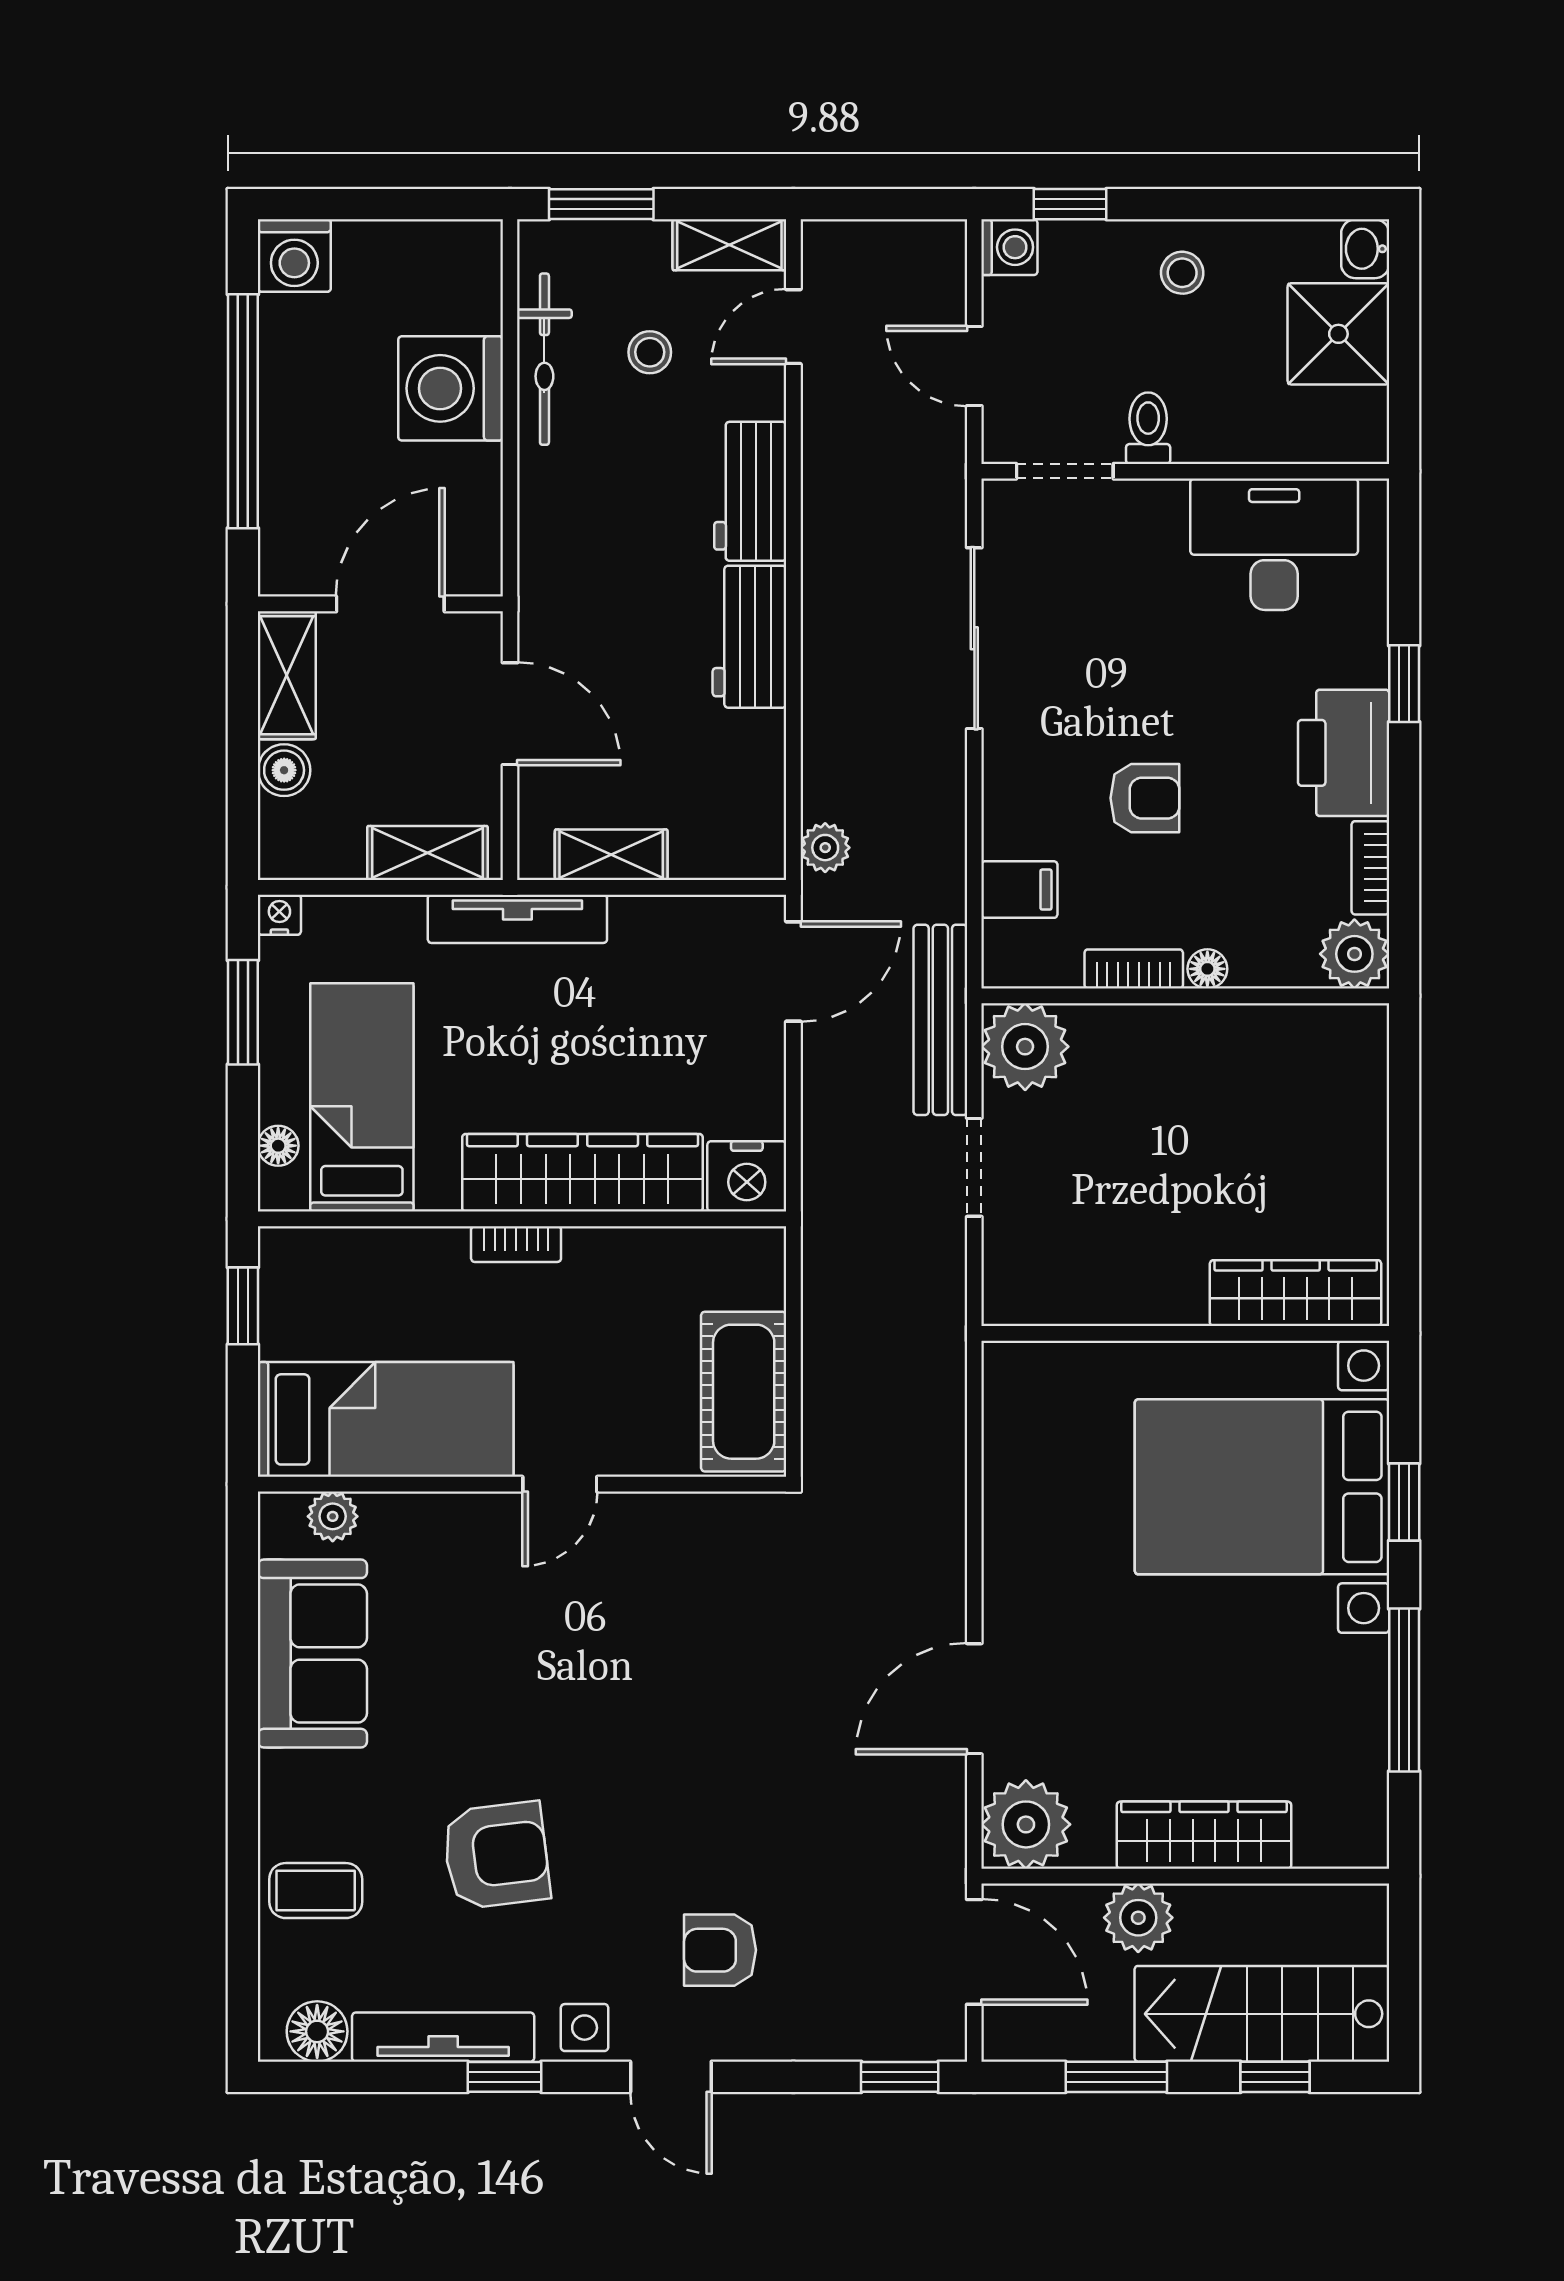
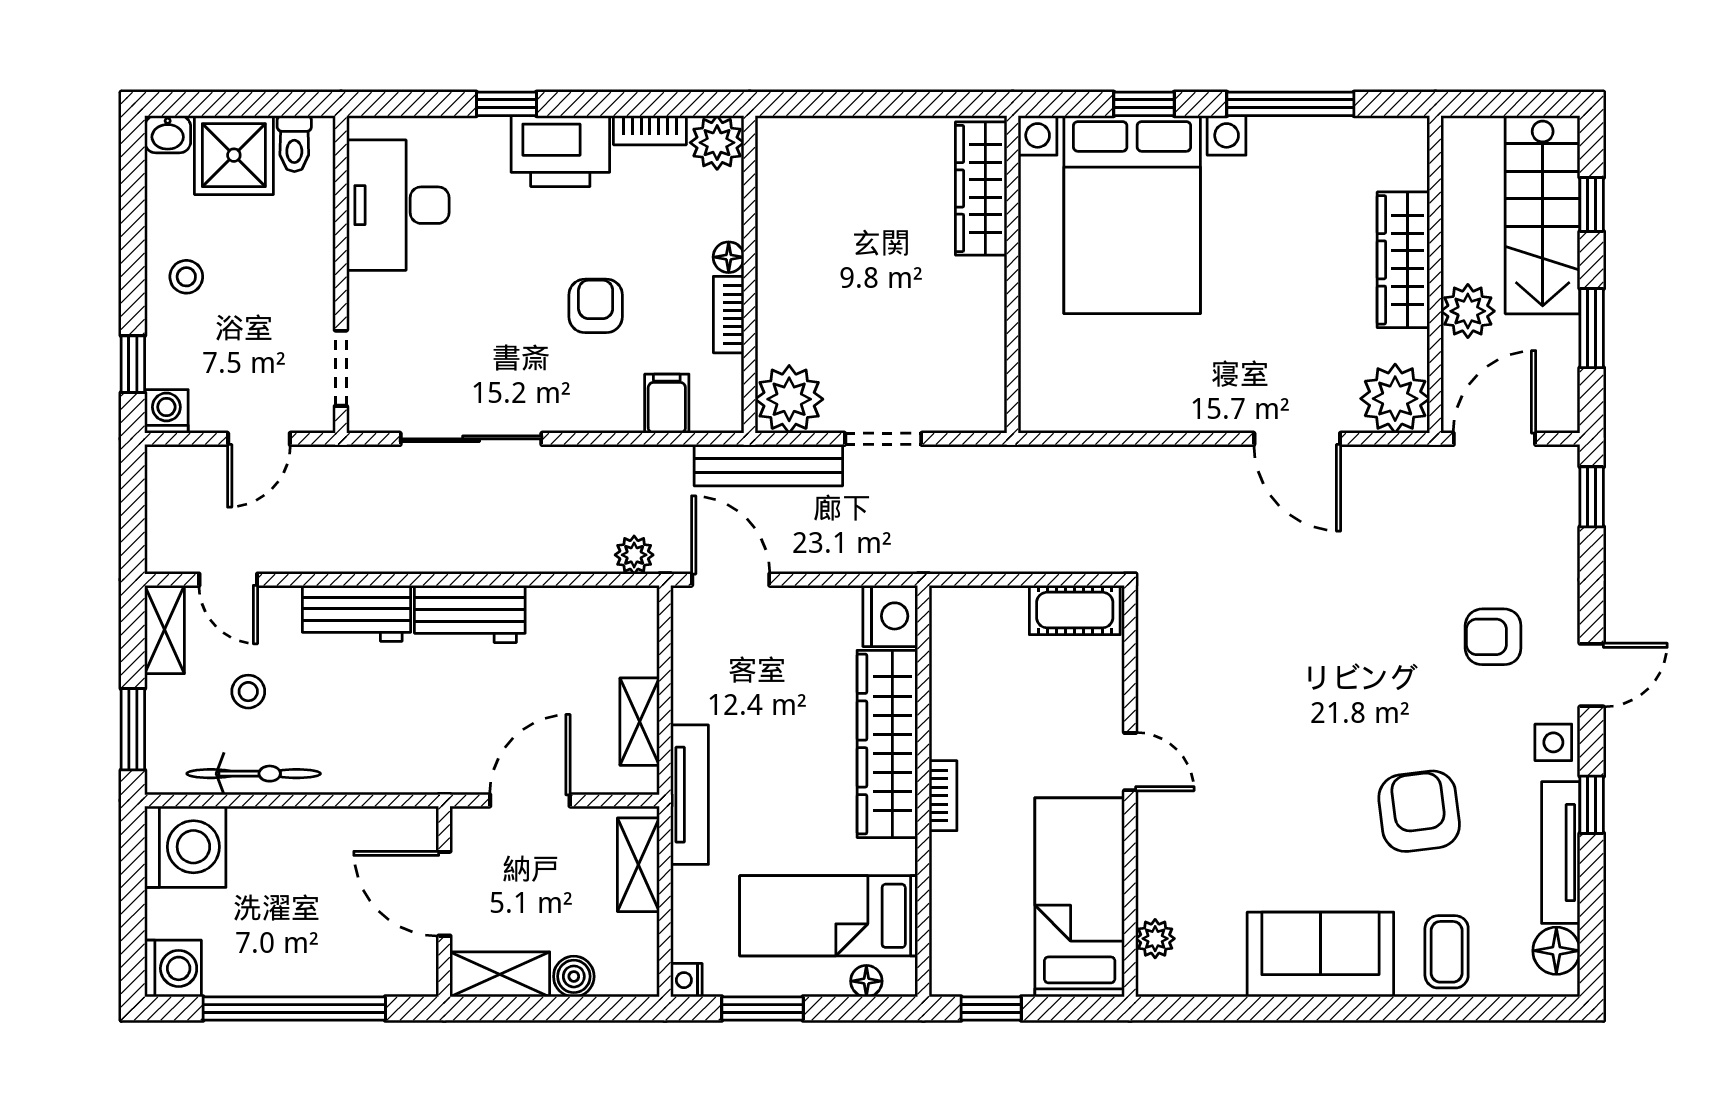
washing machine: (451, 388) -> (185, 847), moved, turned -90
toilet: (1148, 428) -> (294, 144), moved, turned -90
cot: (744, 1392) -> (1075, 610), width x0.73, depth x0.75
sofa: (312, 1653) -> (1320, 954), moved
armchair: (720, 1950) -> (1493, 637), turned 90

